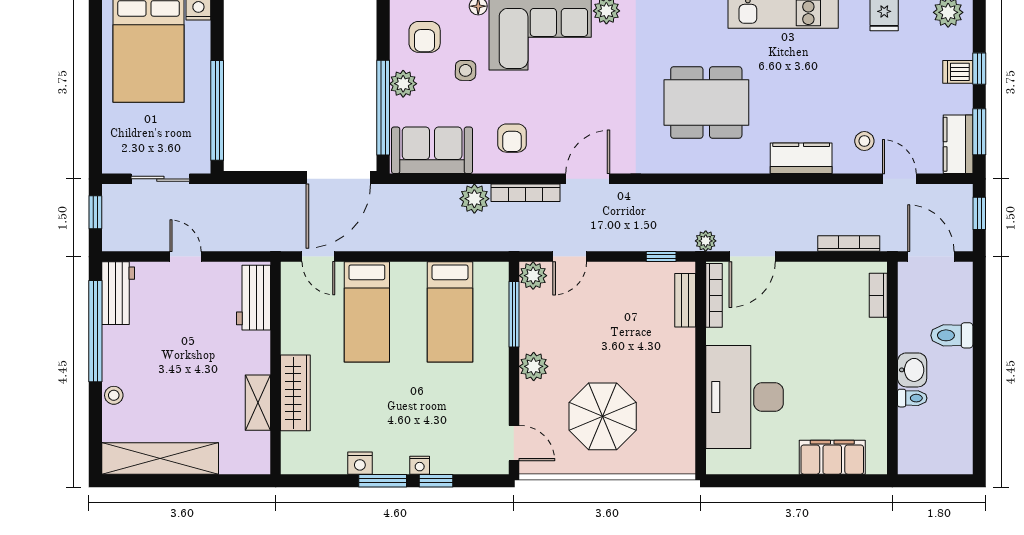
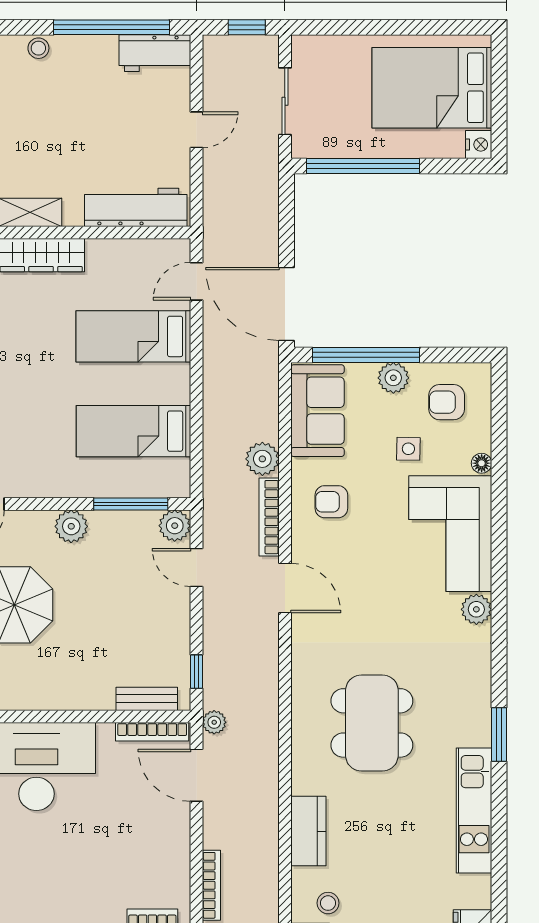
workbench: (254, 298) -> (136, 207), width x1.38

